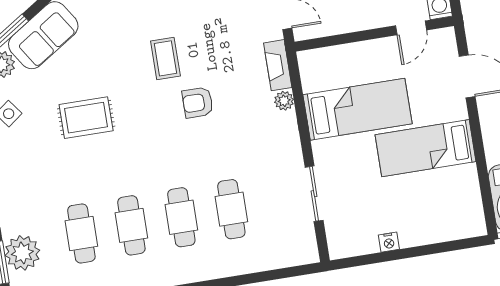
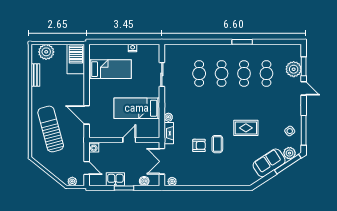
door: (411, 28) -> (129, 140), moved
armchair: (198, 103) -> (199, 145), moved
rug: (86, 118) -> (246, 128), moved
bed: (426, 148) -> (110, 69), moved

